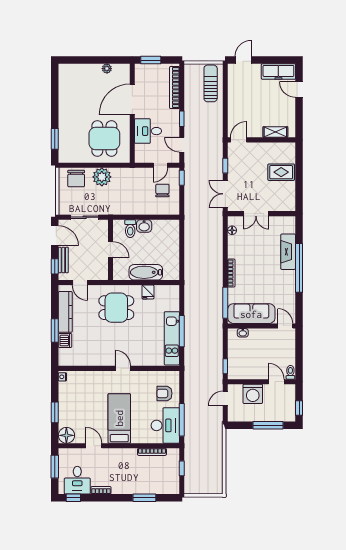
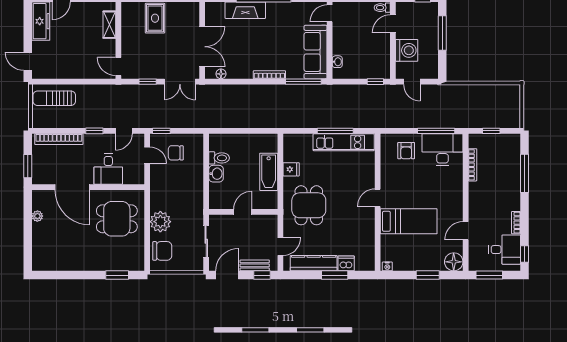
double door: (256, 214) -> (202, 47), width x1.37
toilet: (130, 229) -> (219, 158), moved
bed: (119, 418) -> (409, 221), moved, turned 180
window: (144, 498) -> (525, 173), width x1.44

